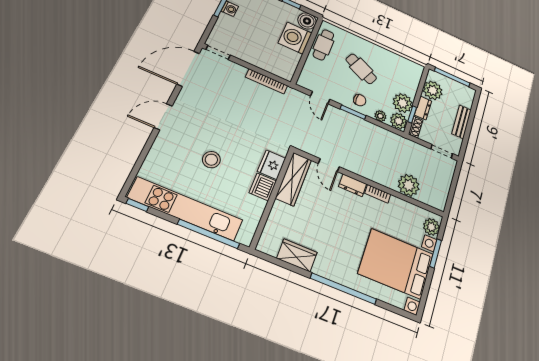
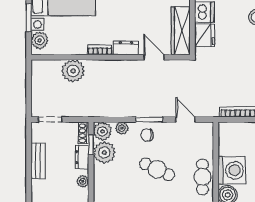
plant: (433, 90) -> (83, 181), width x0.53, depth x0.53

